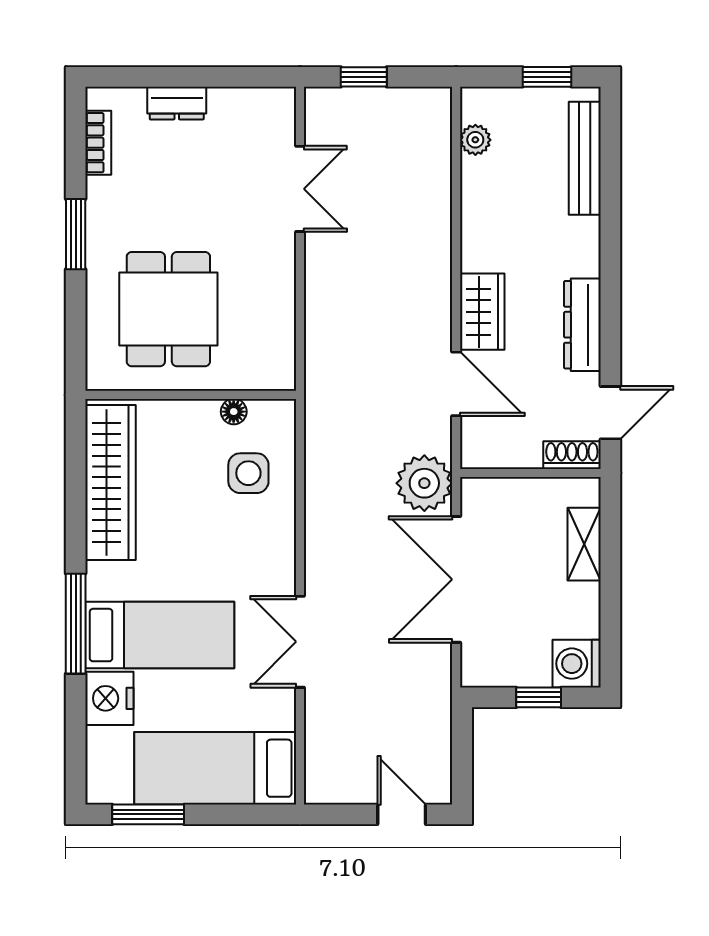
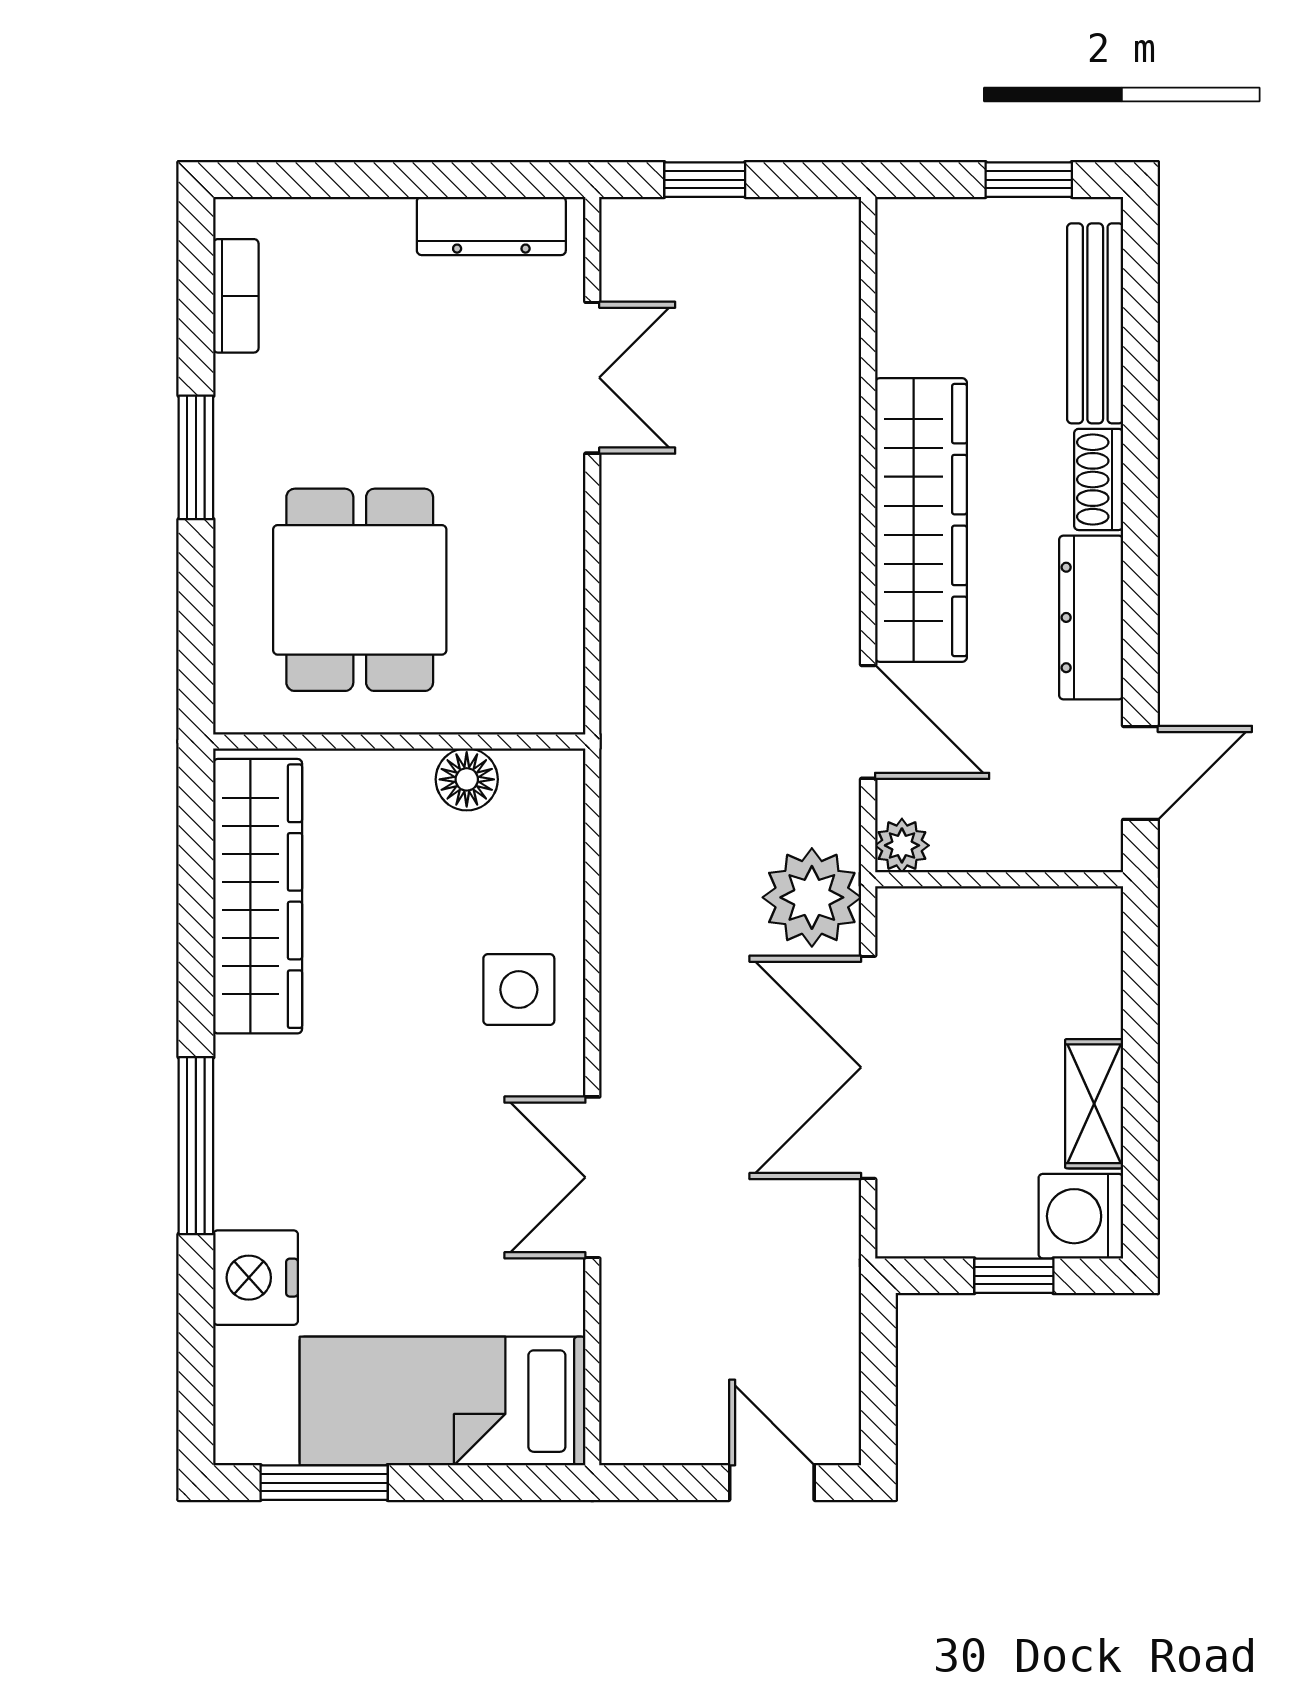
dresser: (177, 103) -> (491, 226), moved, width x1.44
plant: (475, 140) -> (902, 845), moved
wardrobe: (482, 312) -> (921, 520), width x2.10, depth x1.17
floor lamp: (234, 412) -> (467, 779), width x1.37, depth x1.37
shoe rack: (572, 455) -> (1099, 479), moved, turned -90
side table: (248, 473) -> (519, 990), moved
shelving: (584, 544) -> (1094, 1104), moved
bed: (160, 635) -> (344, 1166), removed

